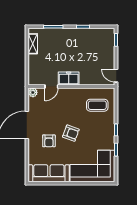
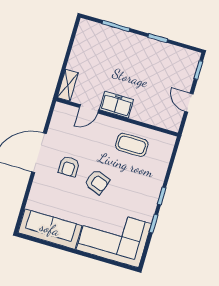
shelving: (33, 44) -> (68, 85), moved
door: (116, 76) -> (189, 103), moved
plant: (33, 92) -> (61, 109), removed
coffee table: (97, 105) -> (132, 145), moved
armchair: (49, 141) -> (69, 167), moved

